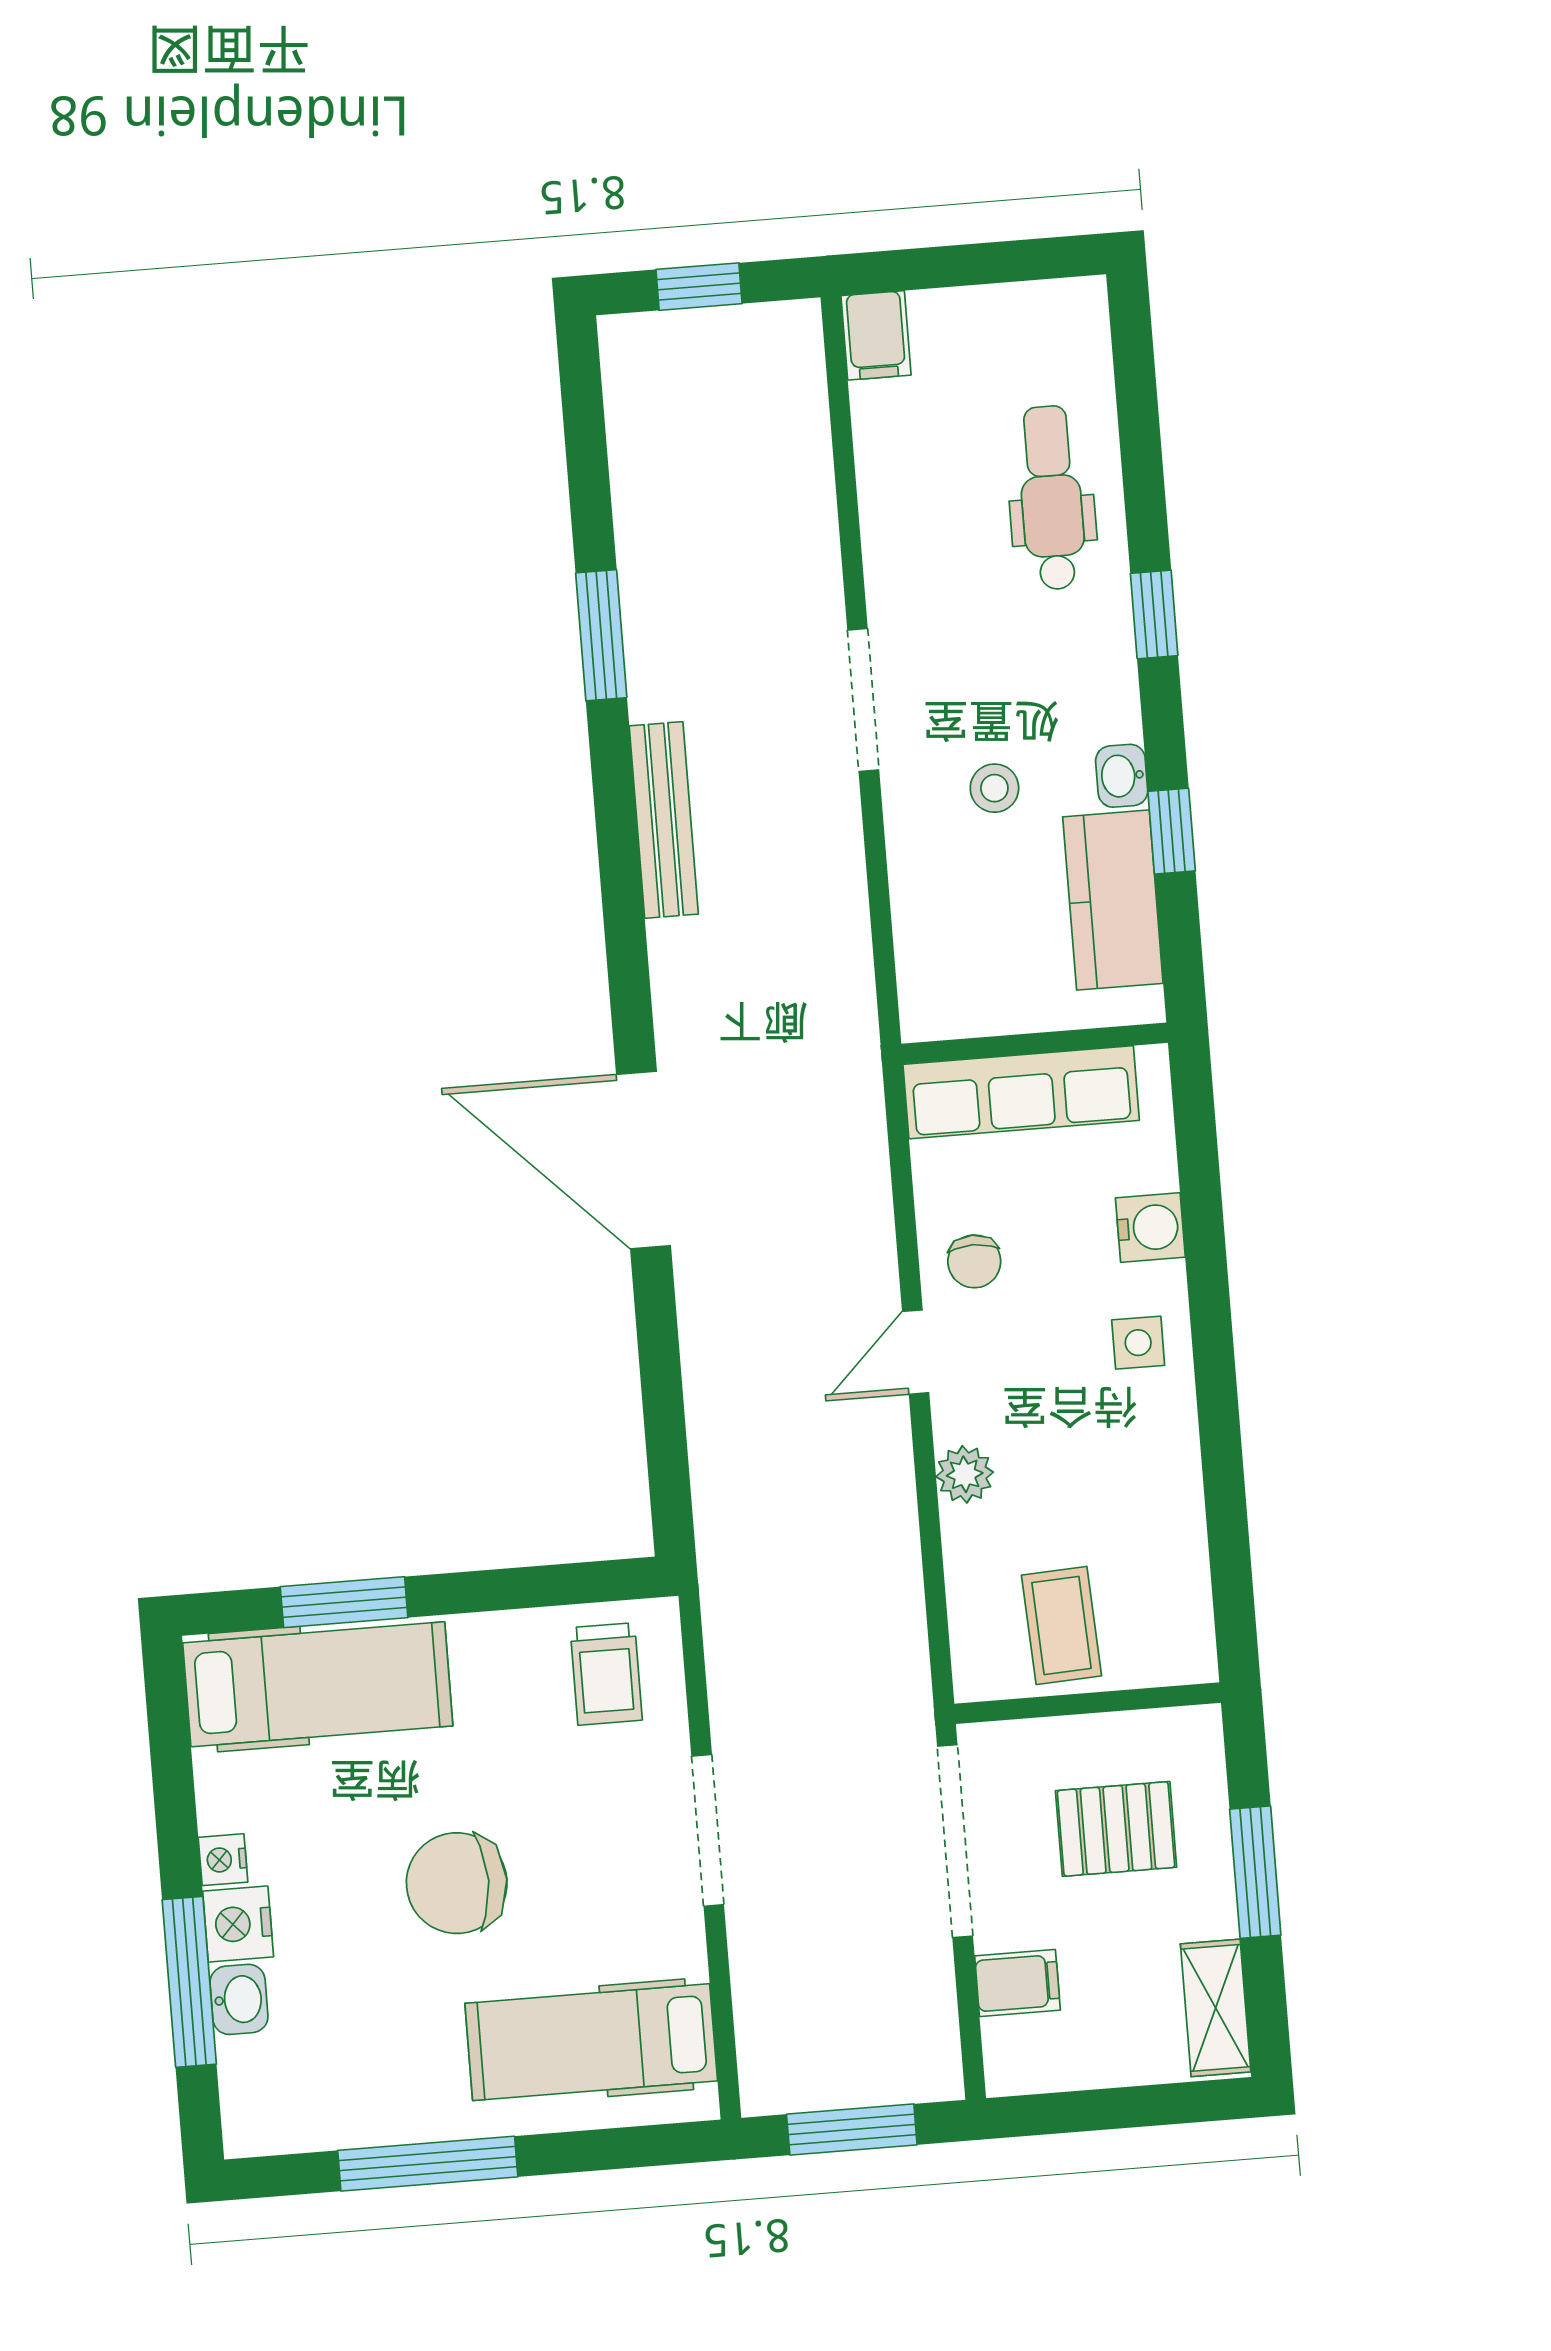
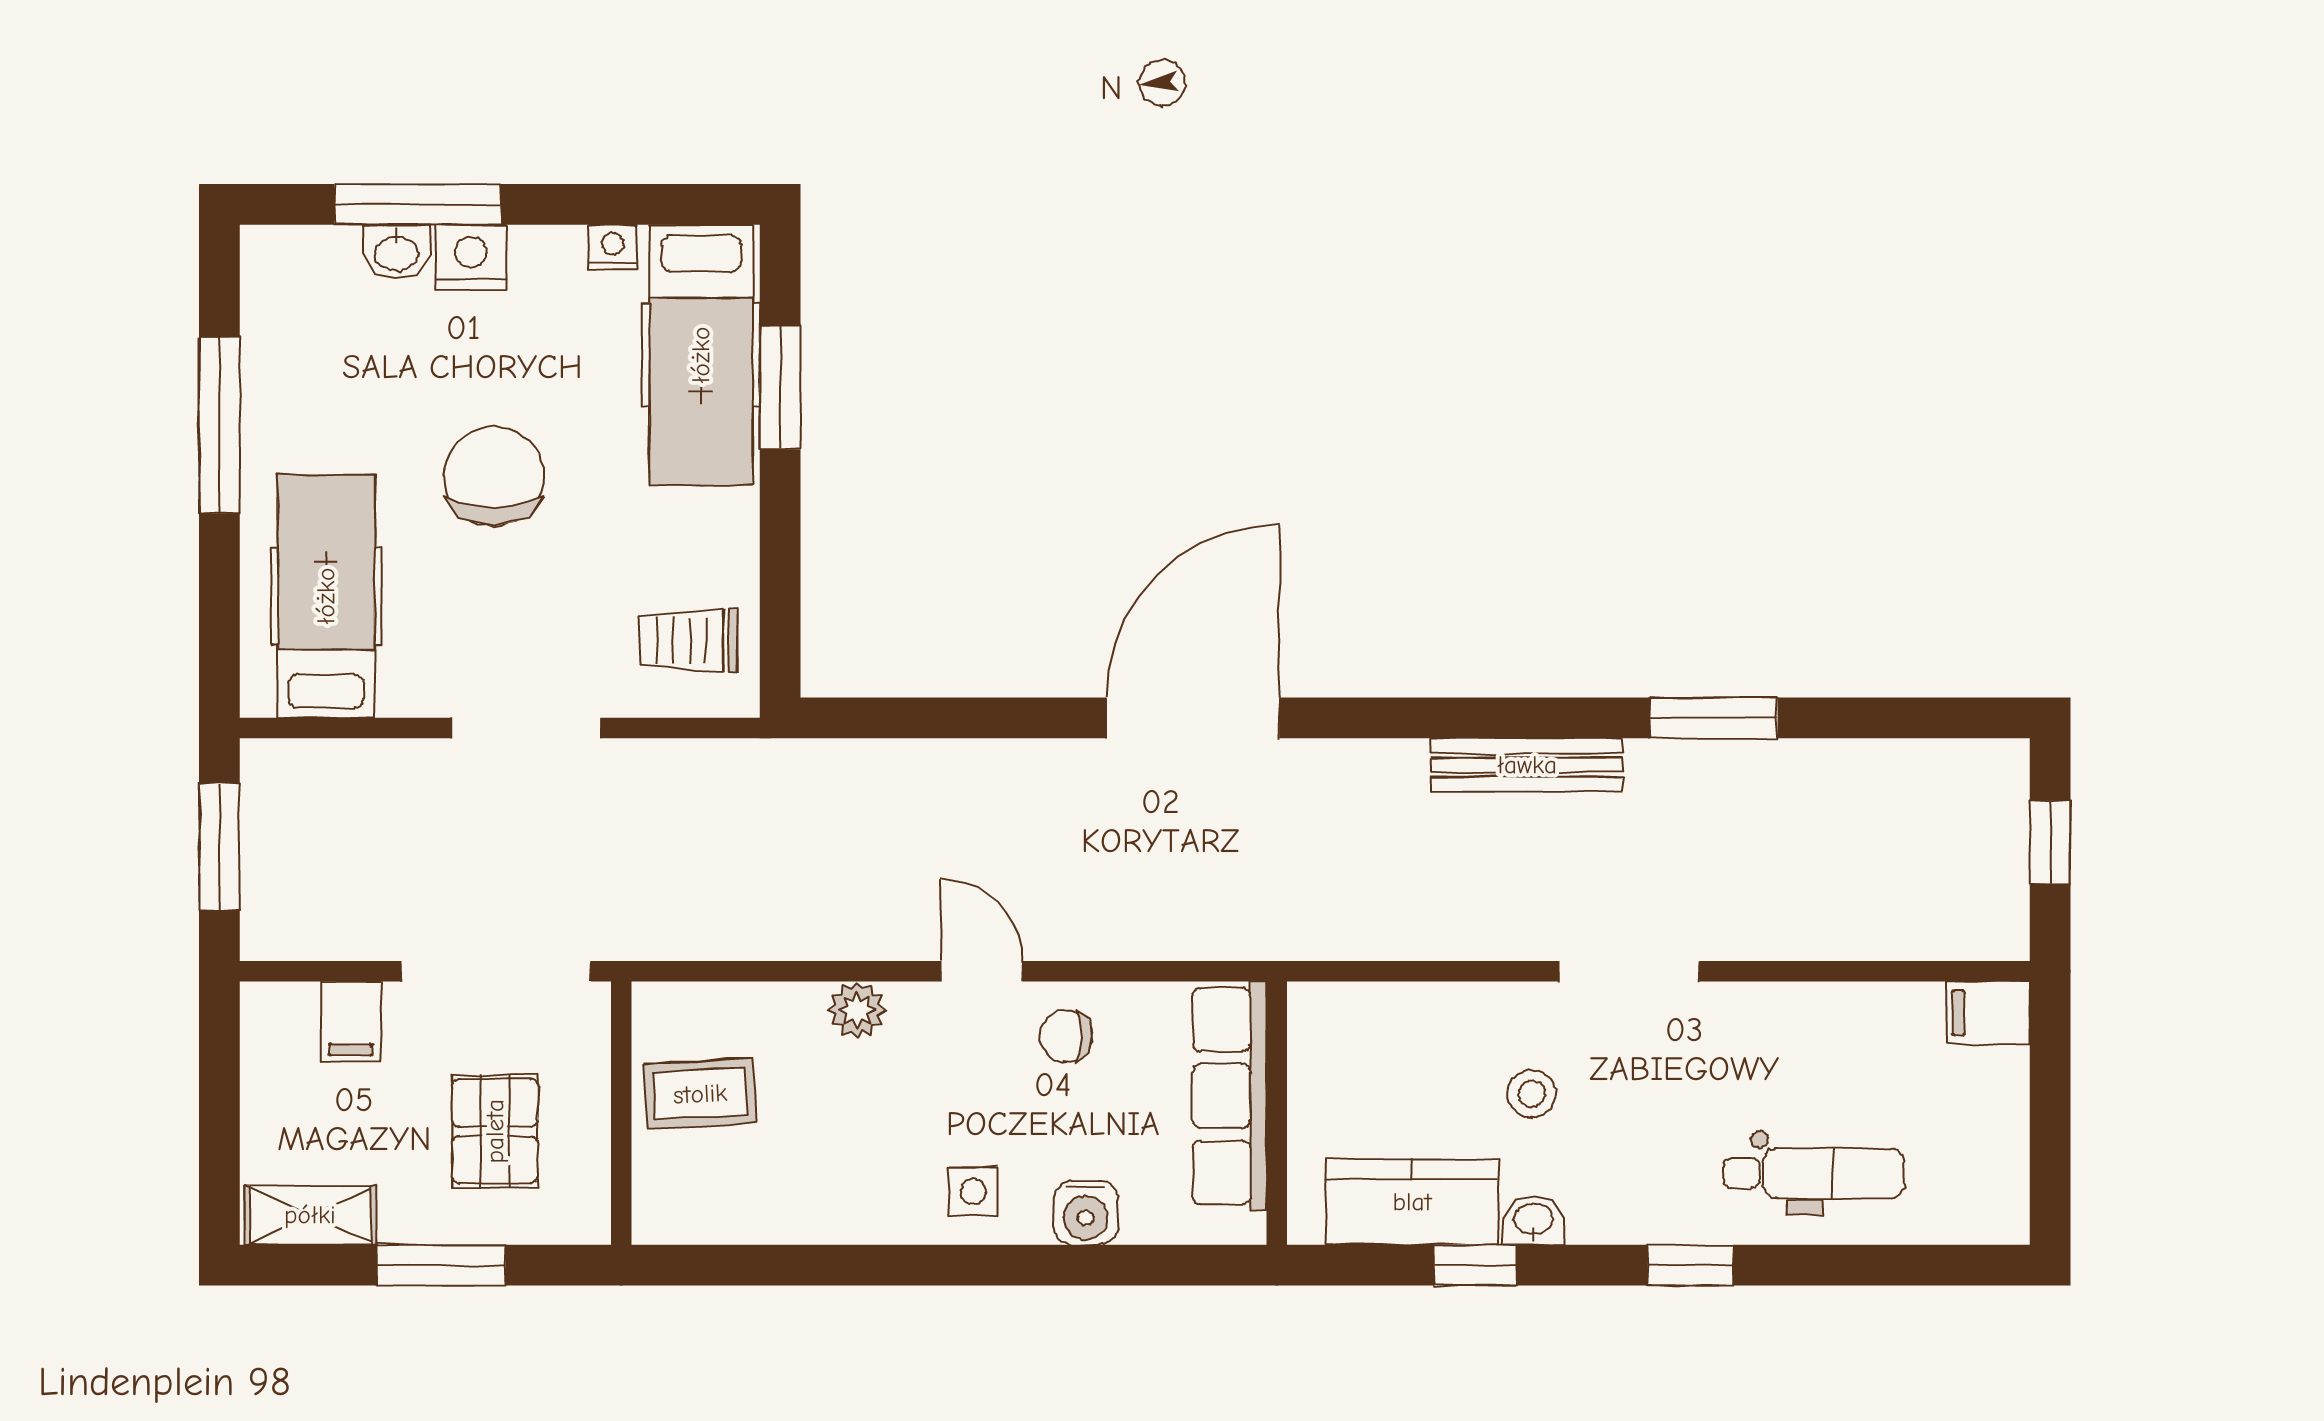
nightstand: (223, 1860) -> (613, 247), moved

